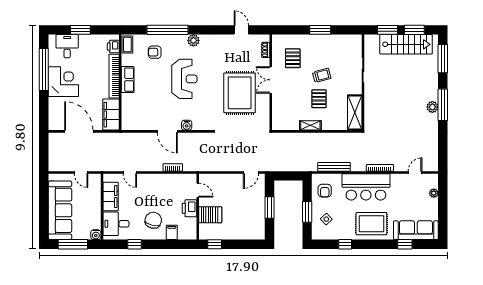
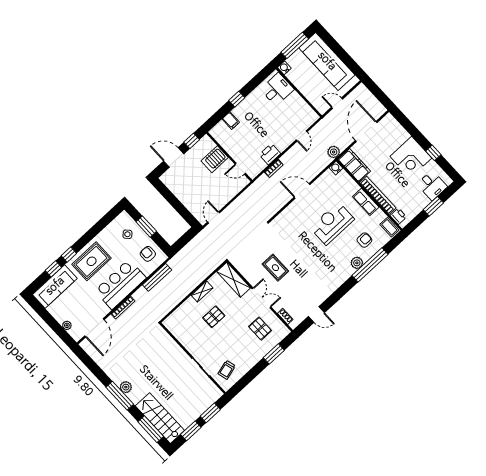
window: (320, 30) -> (274, 354), moved
plant: (193, 40) -> (357, 263), moved
stairs: (406, 44) -> (160, 418), moved, turned 90
window: (44, 70) -> (433, 153), width x0.32
trolley: (322, 75) -> (227, 370), moved
reception desk: (184, 79) -> (332, 223), moved, turned 90
rug: (240, 93) -> (275, 268), width x0.54, depth x0.49
pallet: (319, 99) -> (214, 317), turned 90
shelving: (355, 113) -> (234, 280), moved
water cooler: (187, 125) -> (336, 168), moved
door: (79, 131) -> (366, 131), swing flipped
plant: (117, 139) -> (334, 152), added
door: (130, 172) -> (302, 136), swing flipped
door: (415, 172) -> (94, 328), width x1.87
filing cabinet: (111, 196) -> (299, 105), removed
window: (270, 207) -> (176, 204), removed
printer: (189, 208) -> (270, 154), moved, turned -90
chair: (153, 220) -> (252, 117), removed
window: (134, 244) -> (237, 99), moved
door: (239, 244) -> (174, 157), added
window: (345, 244) -> (69, 255), moved

